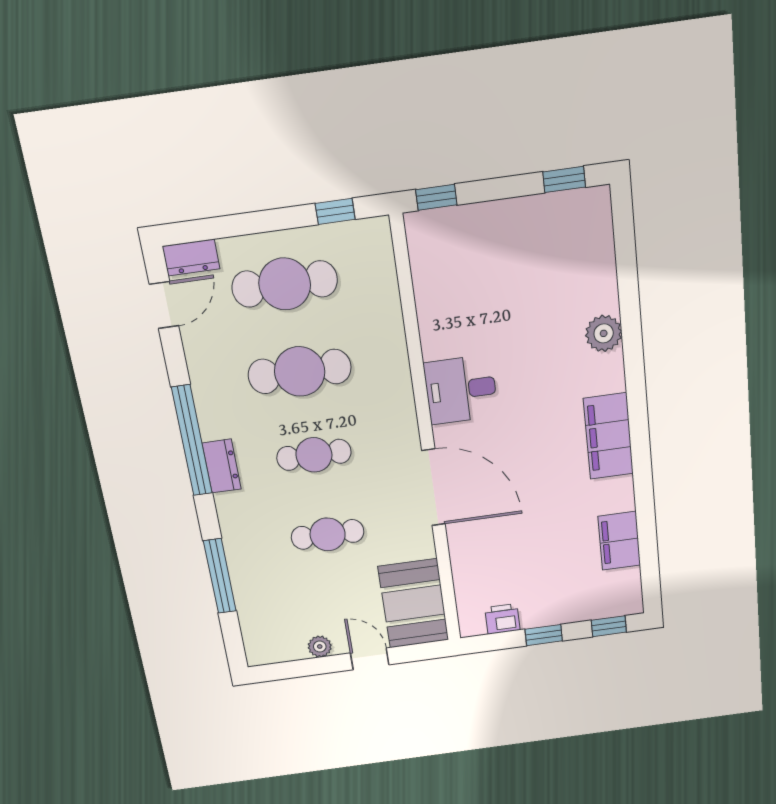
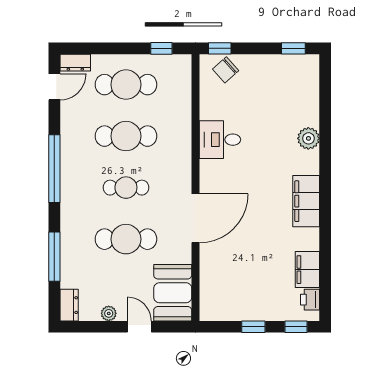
chair: (451, 234) -> (226, 70), added
desk: (461, 390) -> (220, 140), moved
dresser: (222, 466) -> (69, 305), moved
door: (433, 487) -> (196, 218), hinge flipped
cafe table: (328, 534) -> (126, 239), width x1.37, depth x1.35
printer: (502, 619) -> (310, 300), moved, turned -90

